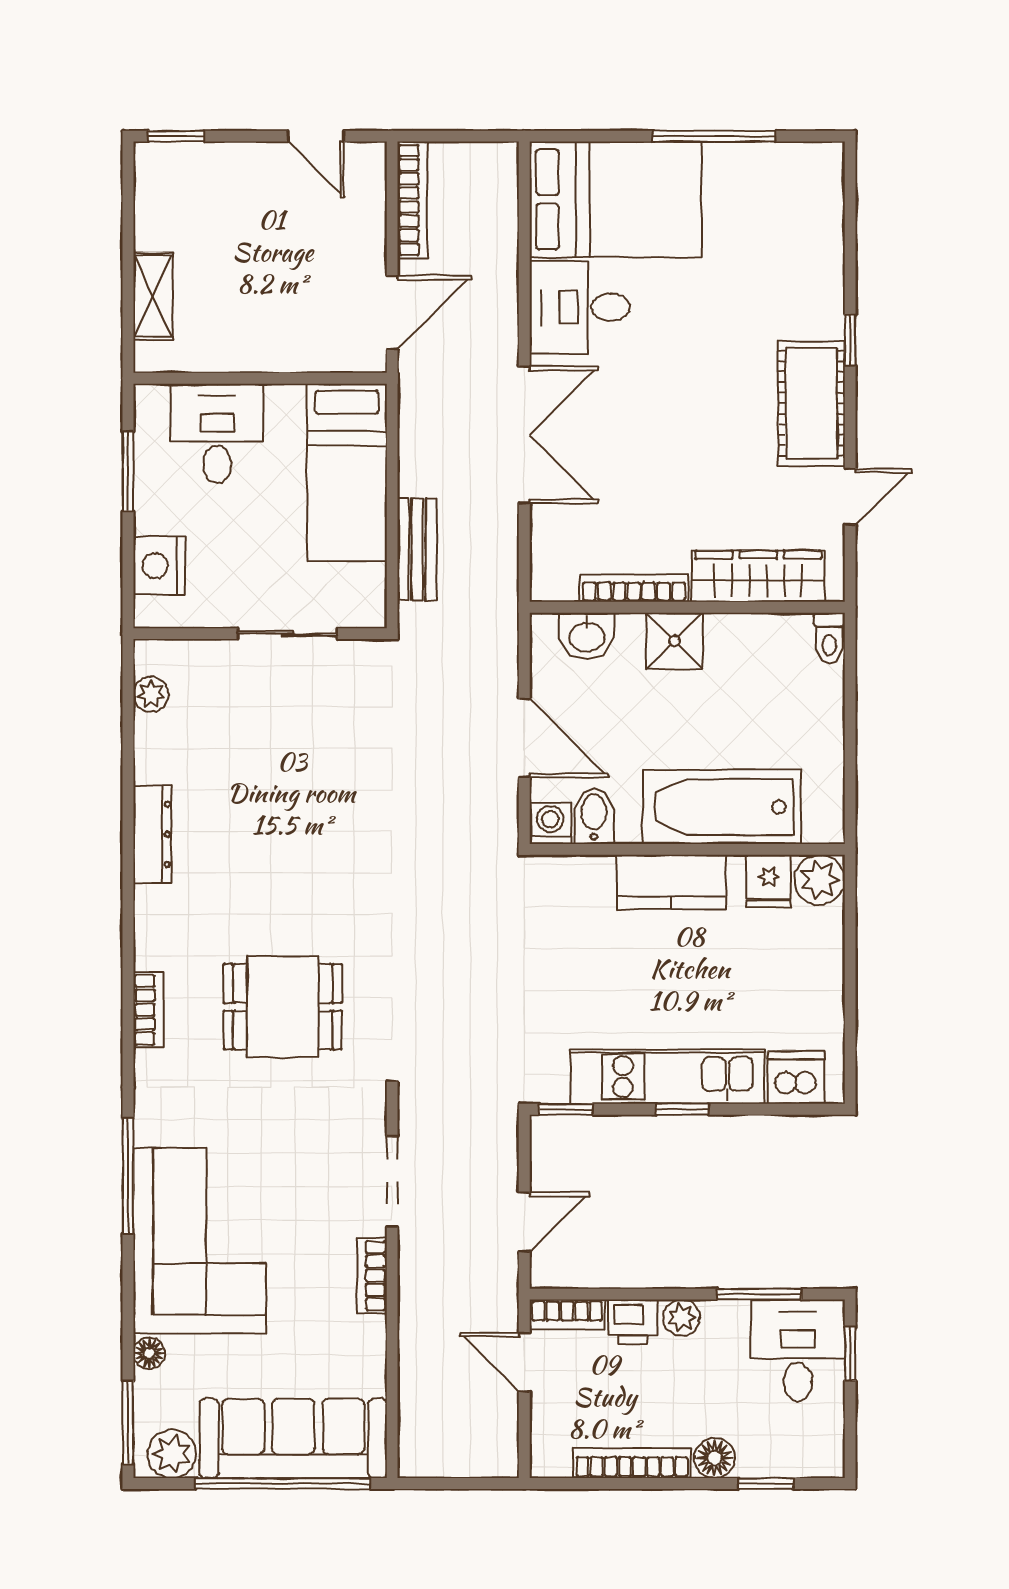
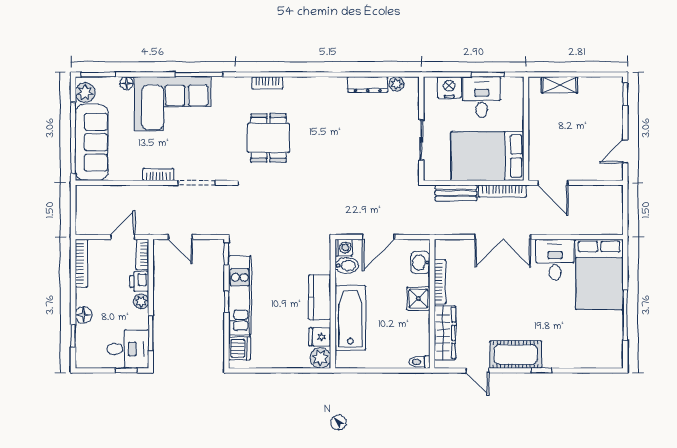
bookcase: (412, 200) -> (502, 191), moved
desk: (217, 434) -> (482, 97), moved, turned -90
bed: (347, 472) -> (487, 156), width x1.50
dresser: (152, 834) -> (368, 85), moved
bookcase: (632, 1463) -> (81, 263), moved

